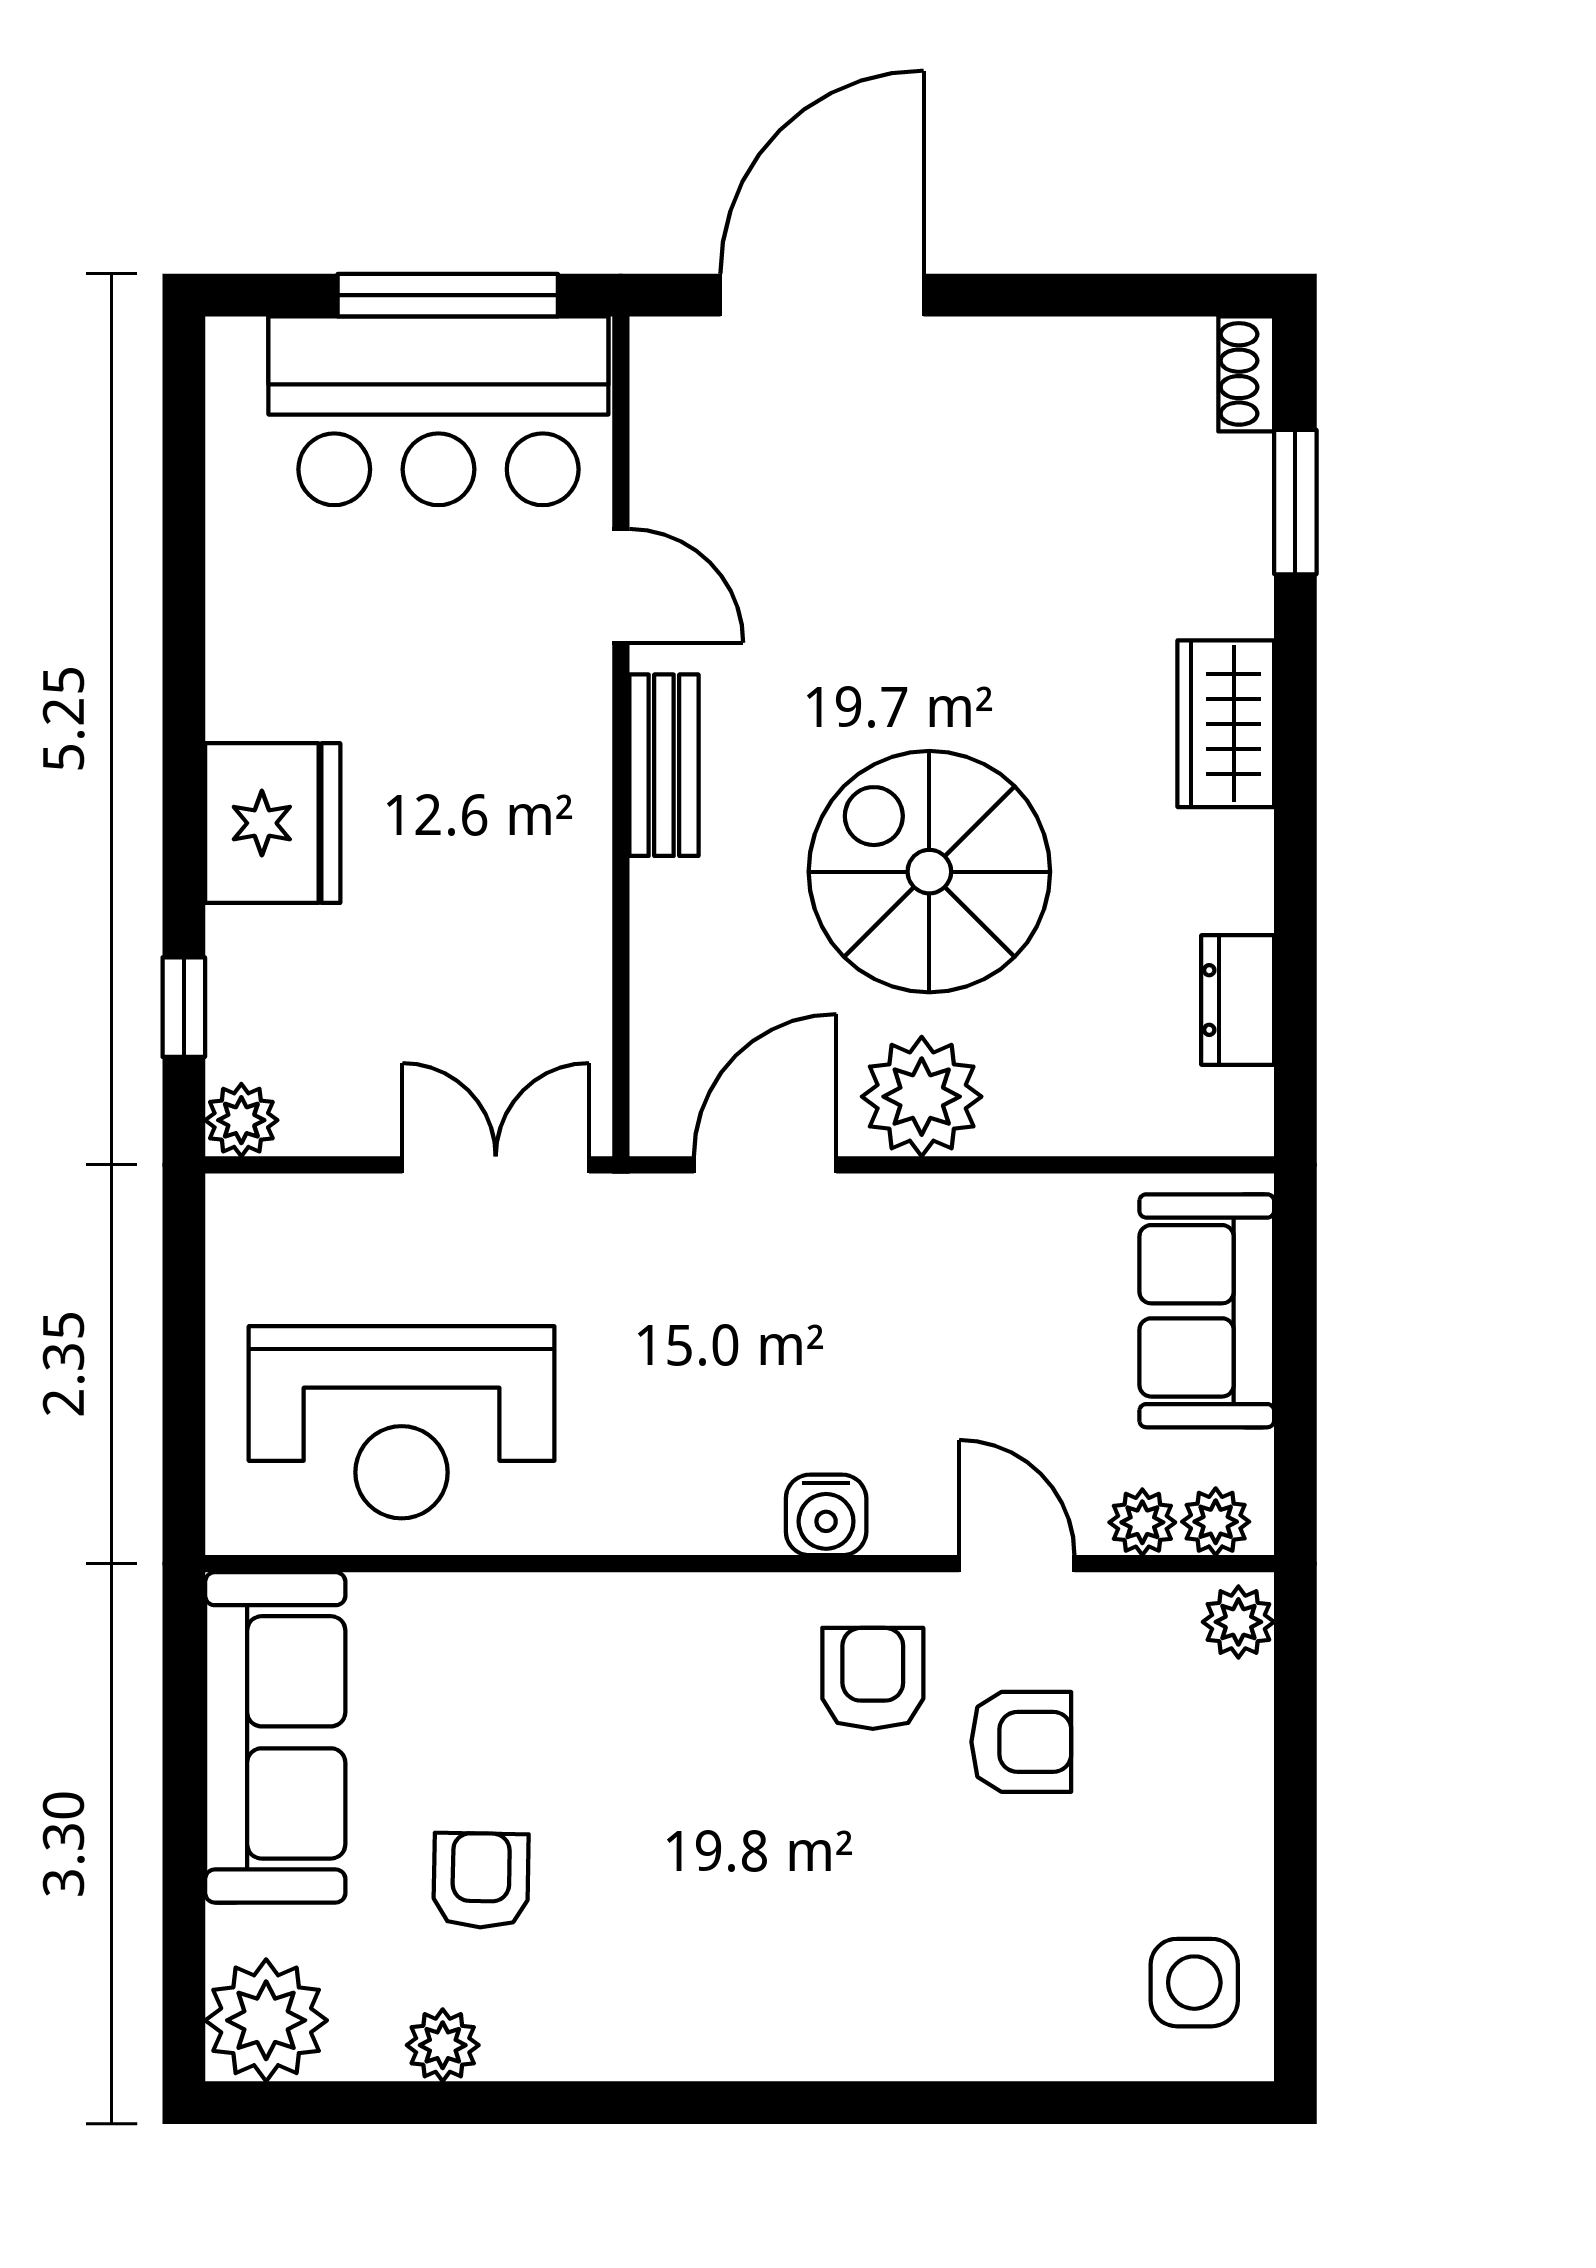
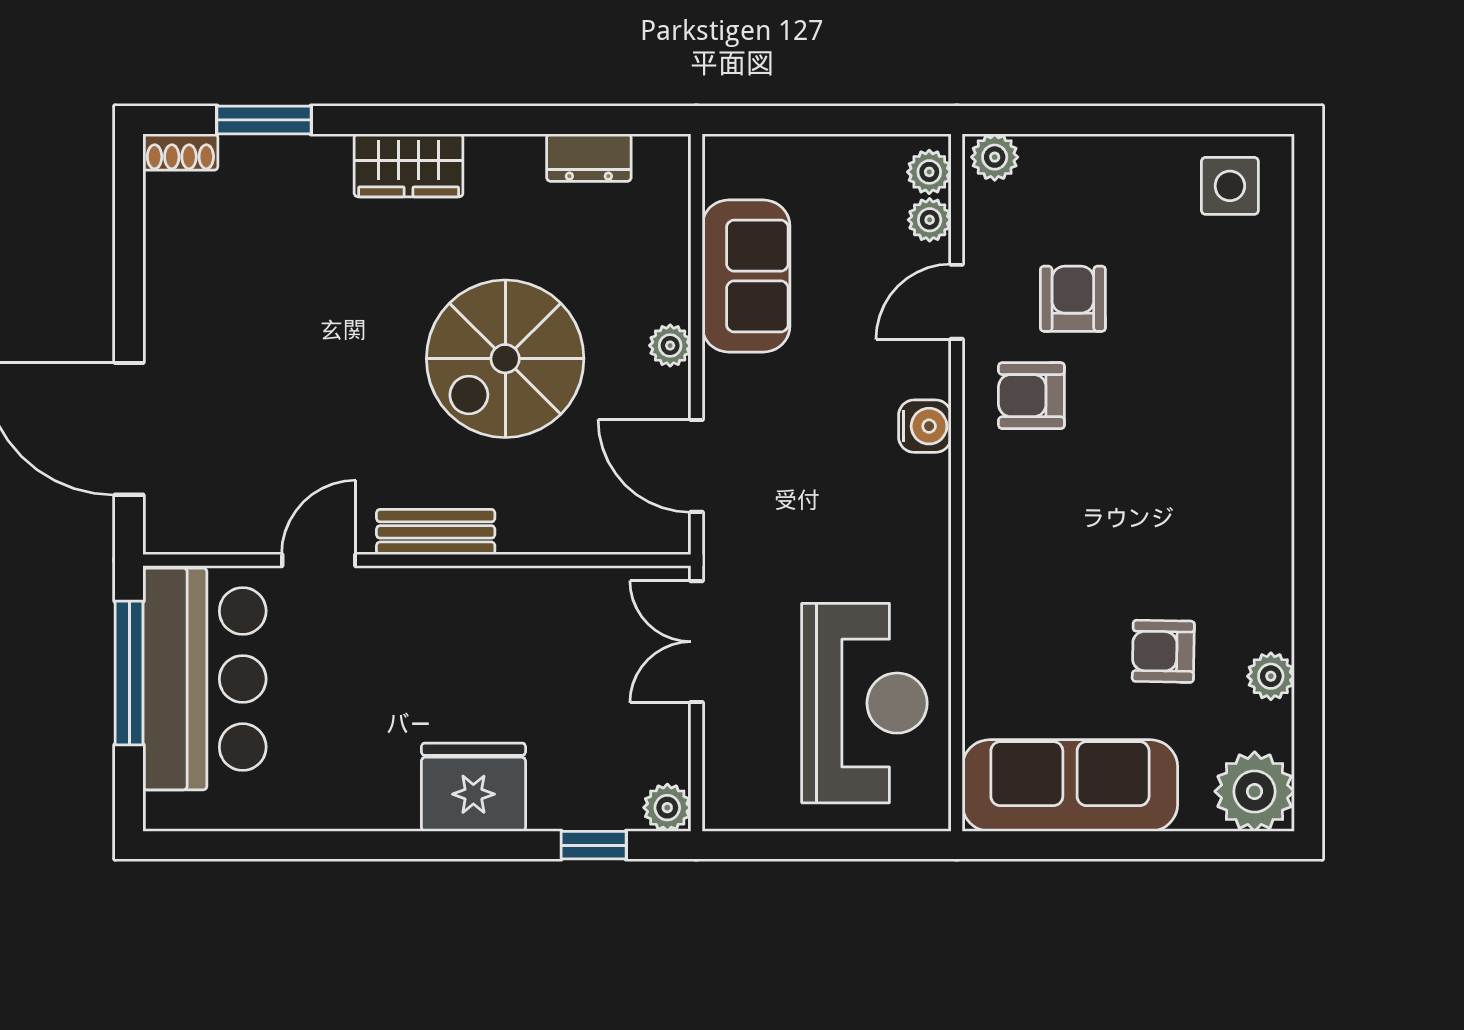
plant: (922, 1097) -> (670, 346), width x0.53, depth x0.53
sofa: (1207, 1311) -> (746, 276), moved, turned -90

